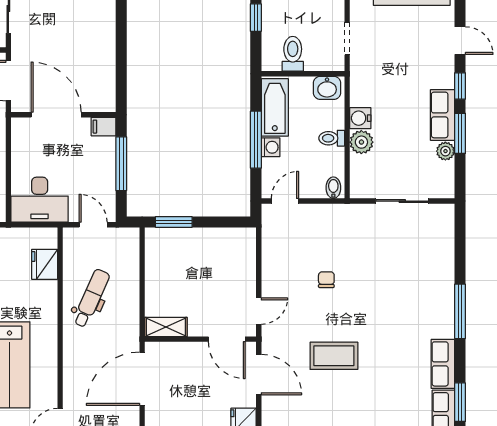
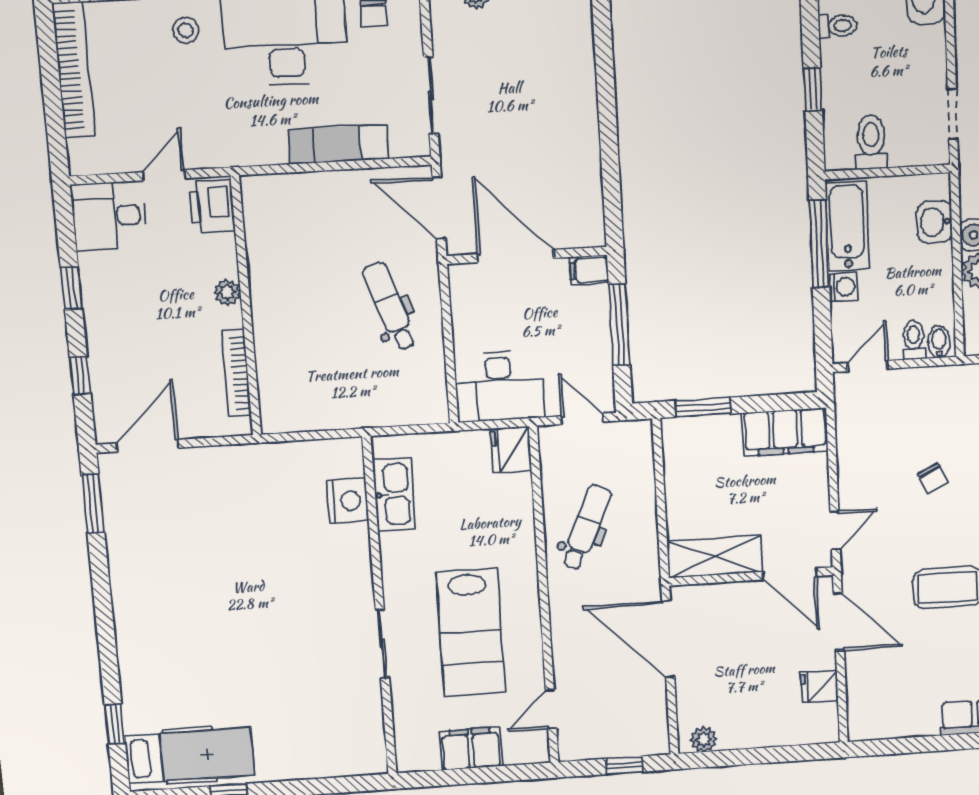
washbasin: (327, 88) -> (935, 222), moved, turned 90
toilet: (332, 138) -> (914, 340), moved, turned 90
window: (256, 140) -> (819, 244), moved
filing cabinet: (228, 242) -> (785, 432), added
fridge: (45, 264) -> (511, 450), moved
chair: (326, 280) -> (933, 478), turned 153
shelving: (166, 327) -> (715, 557), width x1.50, depth x1.33
door: (142, 379) -> (668, 639), hinge flipped

